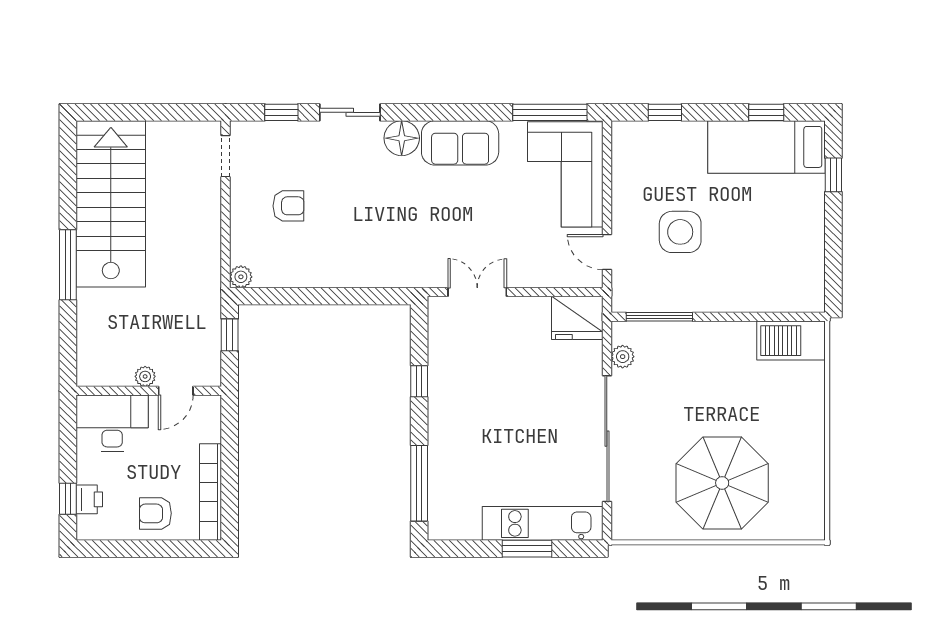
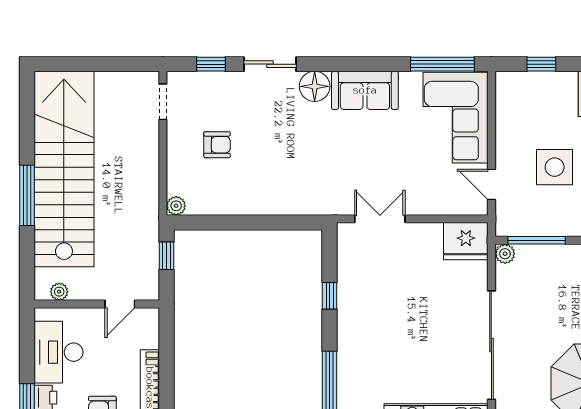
stairs: (111, 204) -> (64, 169), width x1.36
plant: (623, 357) -> (505, 254), moved
plant: (145, 376) -> (59, 292), moved
desk: (112, 423) -> (58, 352), moved, turned -90

